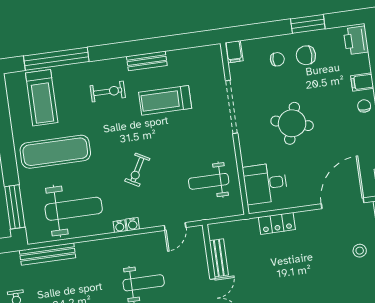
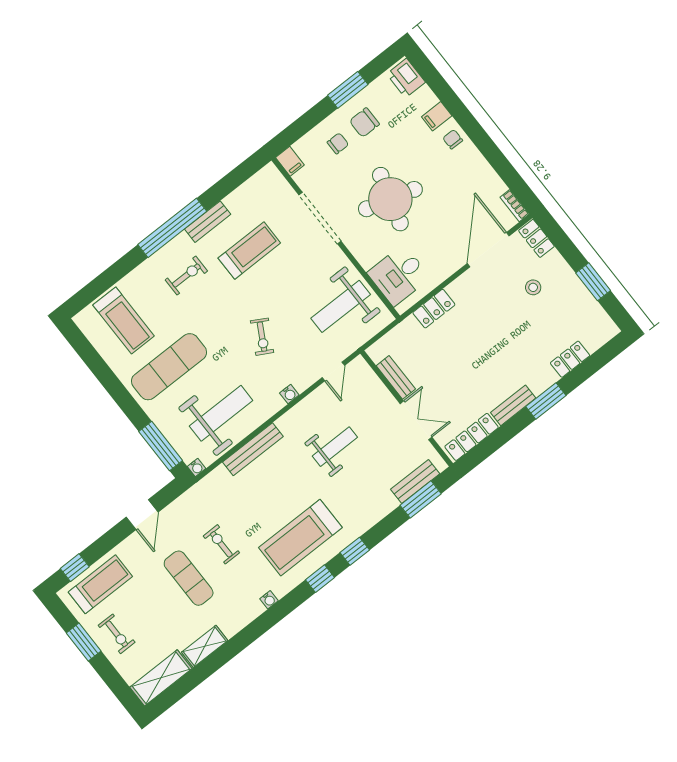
window: (56, 59) -> (172, 228), moved
treadmill: (165, 100) -> (249, 251), turned 180
round table: (292, 123) -> (390, 199), width x1.36, depth x1.36
weight bench: (209, 181) -> (341, 306), width x1.36, depth x1.33
water cooler: (120, 226) -> (197, 467), moved
bench: (48, 254) -> (253, 449), moved

